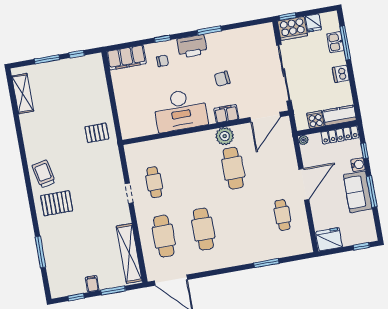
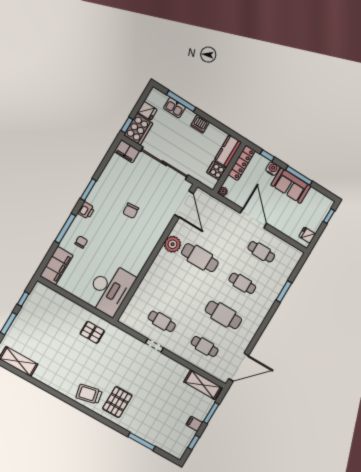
window: (162, 39) -> (65, 228), width x2.17
printer: (192, 46) -> (86, 210), width x0.53, depth x0.68
desk: (180, 110) -> (110, 289), moved
filing cabinet: (226, 114) -> (127, 151), moved, turned -90
pallet: (97, 133) -> (92, 332), turned 90
cafe table: (243, 222) -> (242, 283), added
cafe table: (164, 236) -> (205, 346), width x0.73, depth x0.74
fridge: (329, 239) -> (307, 235), width x0.53, depth x0.75
shelving: (129, 253) -> (203, 385), width x0.68

